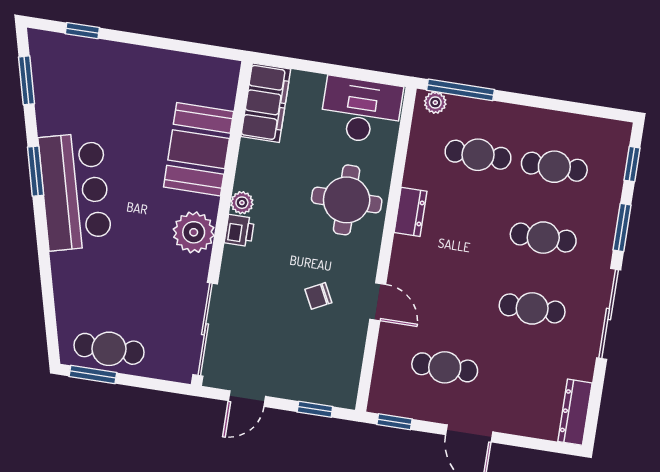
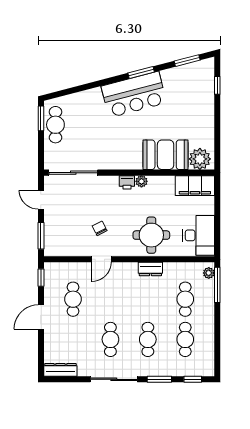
plant: (194, 232) -> (200, 159), moved
window: (315, 409) -> (41, 236), width x1.50

